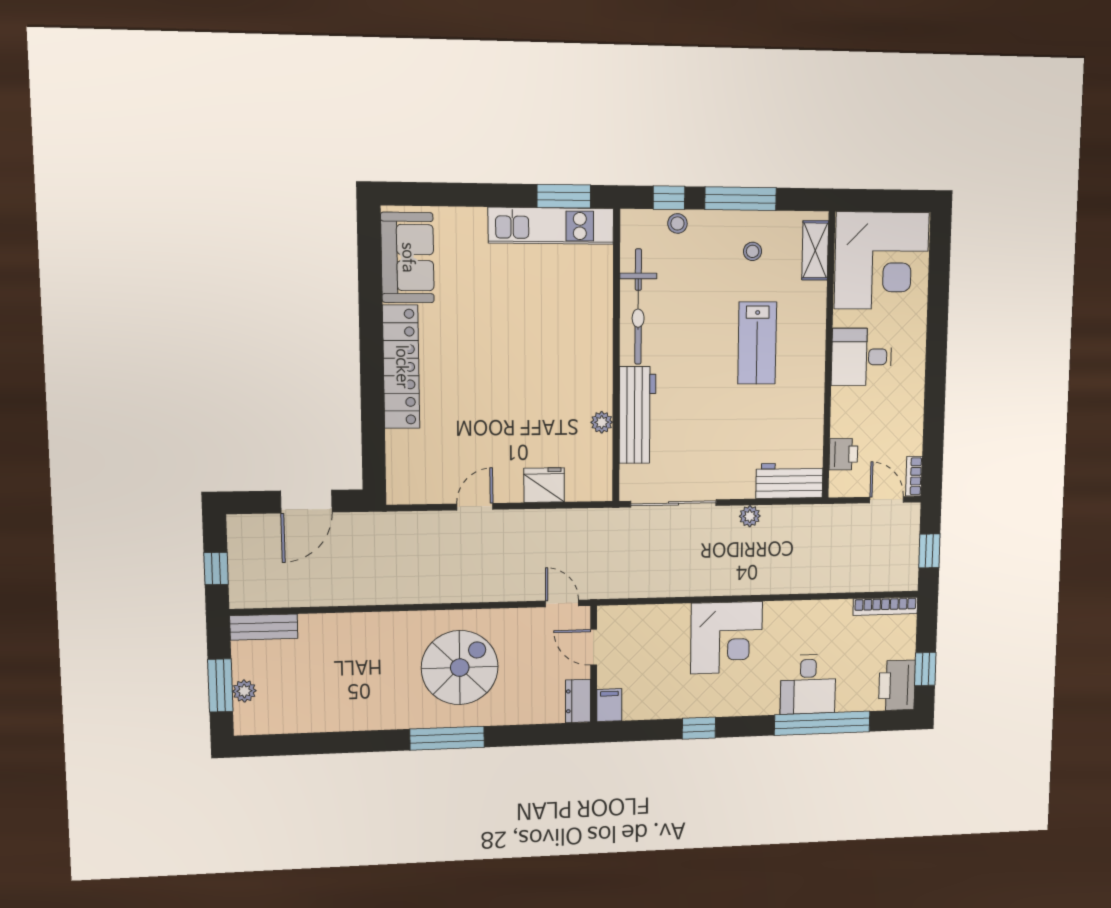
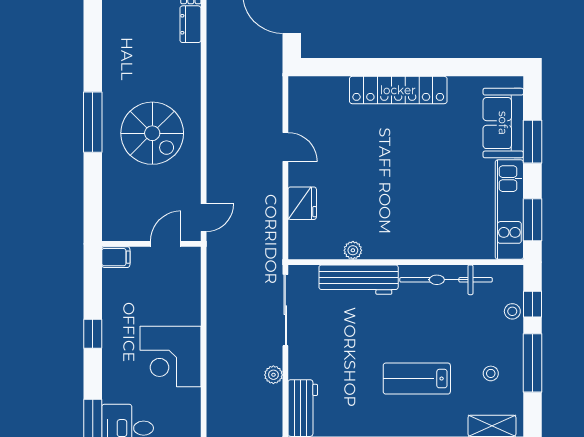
window: (465, 195) -> (533, 142), added
sofa: (407, 258) -> (503, 123), moved, turned 90
dresser: (578, 701) -> (190, 24), moved, turned -90

